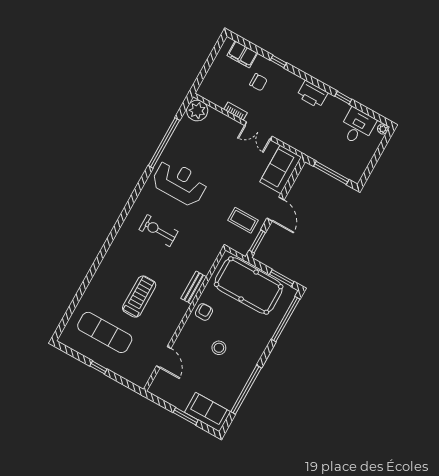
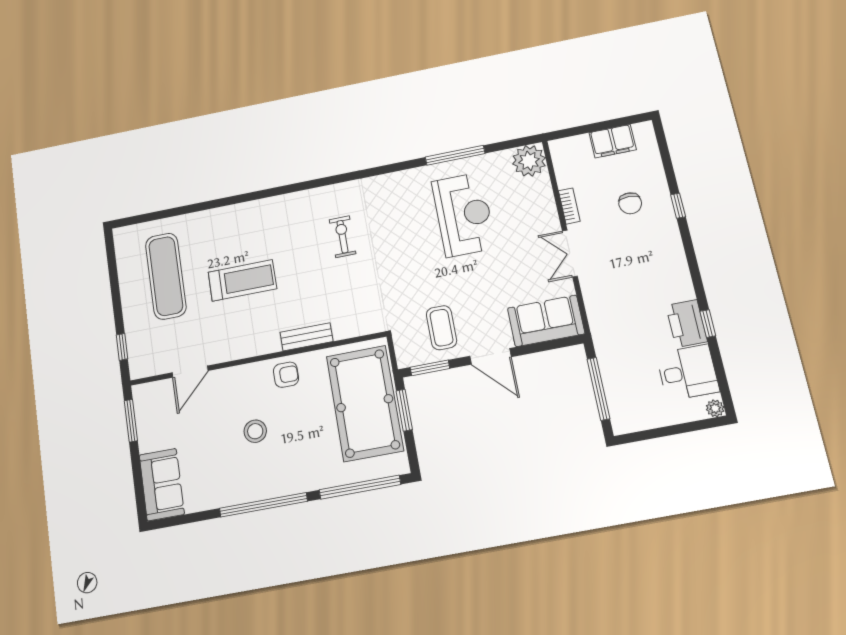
filing cabinet: (242, 54) -> (613, 141), moved, turned -90
printer: (312, 94) -> (687, 324), moved
window: (164, 143) -> (455, 155), width x0.68
reception desk: (180, 183) -> (464, 215), moved
door: (276, 209) -> (490, 356), hinge flipped
exercise bike: (158, 231) -> (343, 237), width x0.73, depth x0.72
window: (282, 278) -> (404, 410), moved
window: (98, 368) -> (122, 347), moved
window: (246, 390) -> (263, 505), moved
window: (186, 416) -> (131, 421), moved

